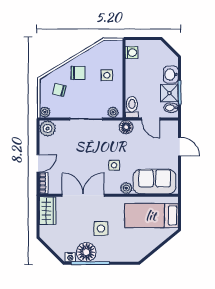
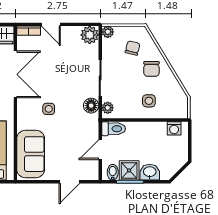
floor lamp: (126, 127) -> (91, 106), moved
plant: (126, 188) -> (23, 123), removed

